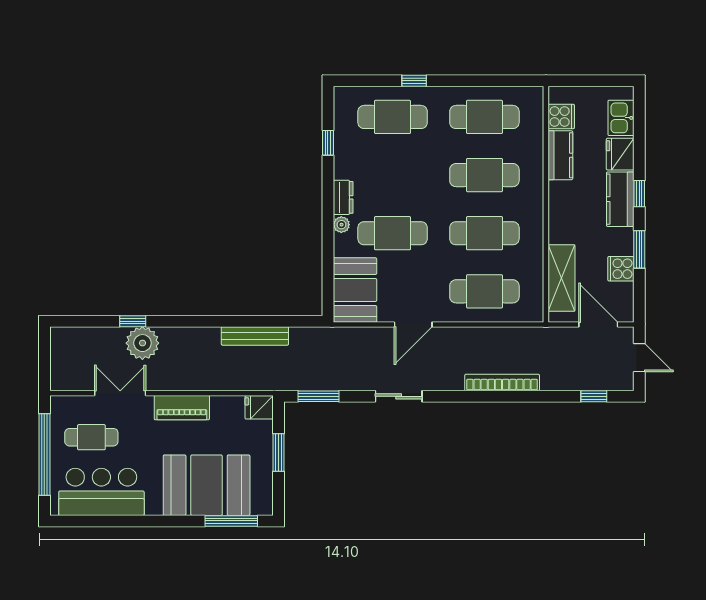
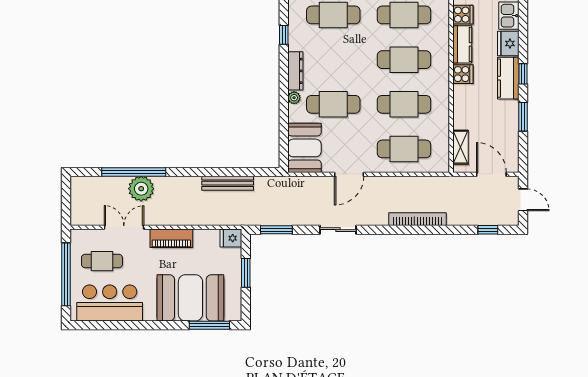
dresser: (343, 197) -> (295, 71), width x1.44
cooker: (621, 269) -> (463, 74), moved, turned 180
shelving: (561, 278) -> (460, 147), width x0.67, depth x0.75
window: (133, 321) -> (134, 172), width x3.17

